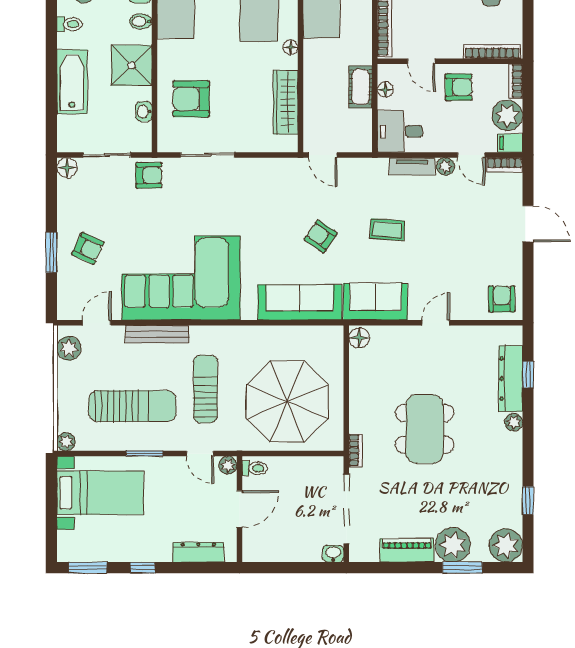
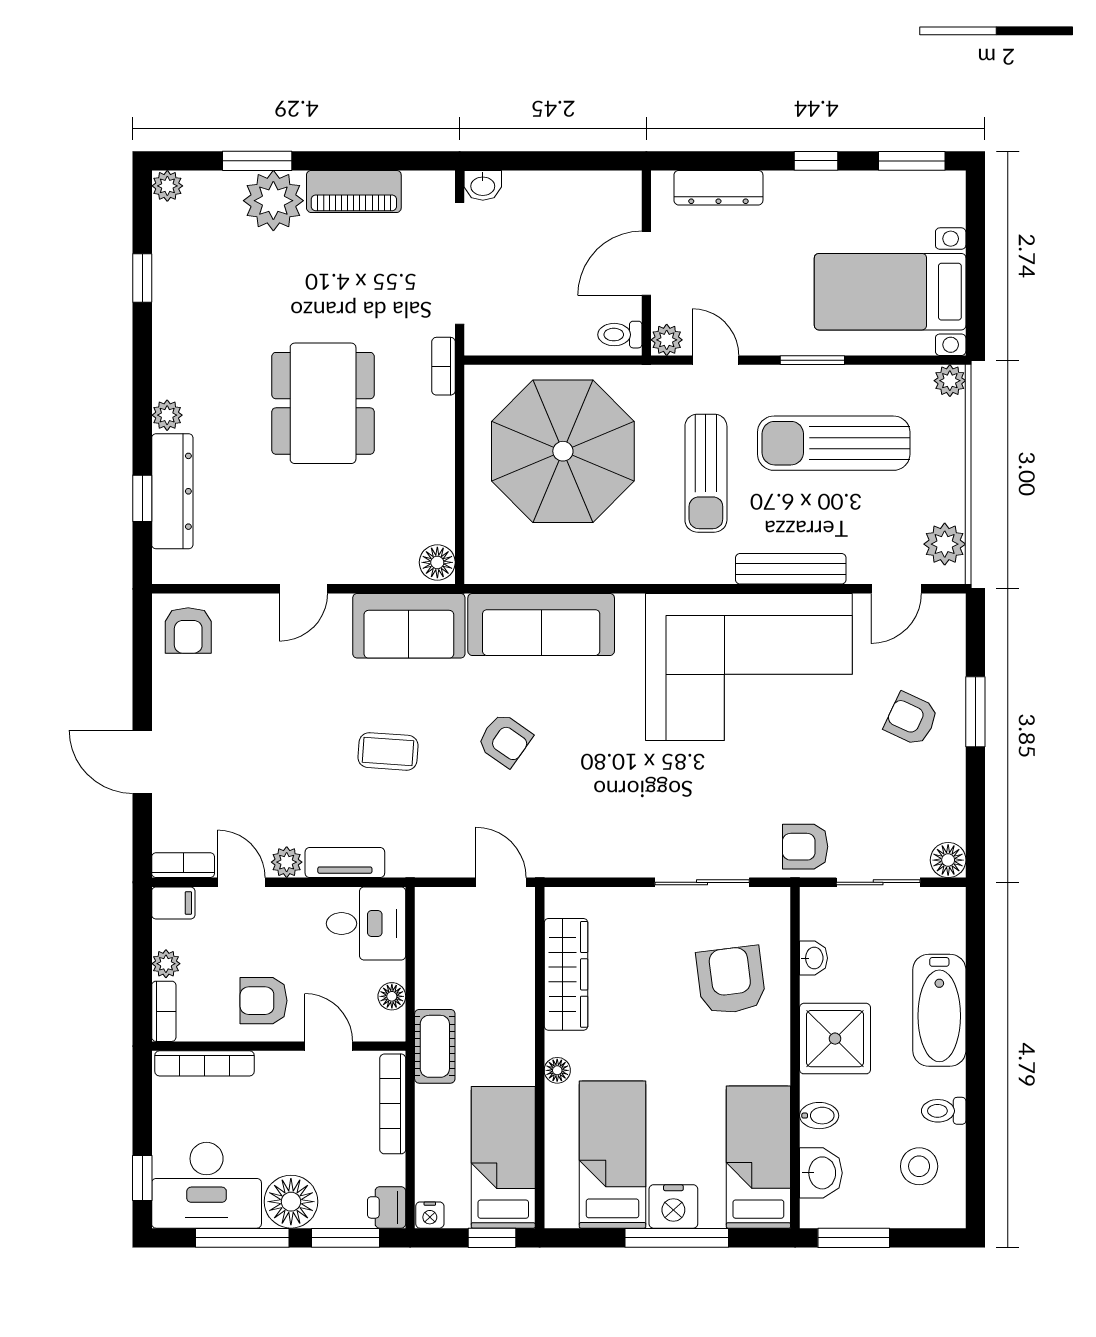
cot: (361, 87) -> (435, 1046), moved
armchair: (191, 99) -> (731, 980), turned -97
plant: (507, 115) -> (166, 964), width x0.53, depth x0.53
plant: (506, 545) -> (167, 186), width x0.53, depth x0.53

